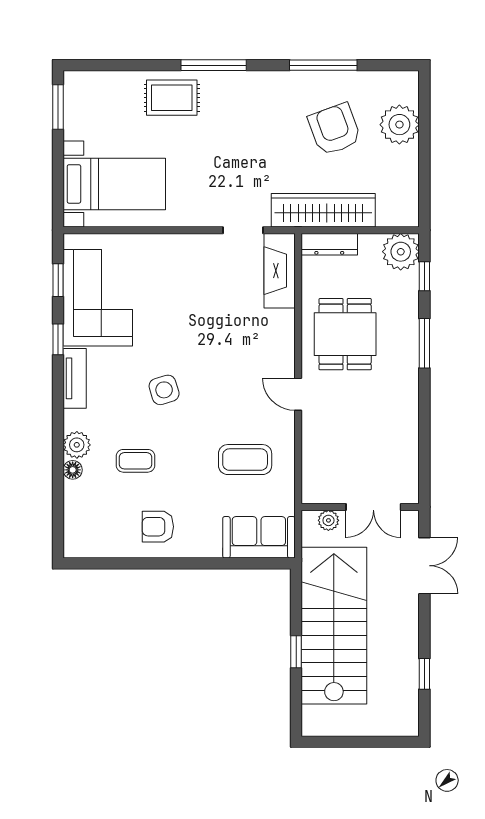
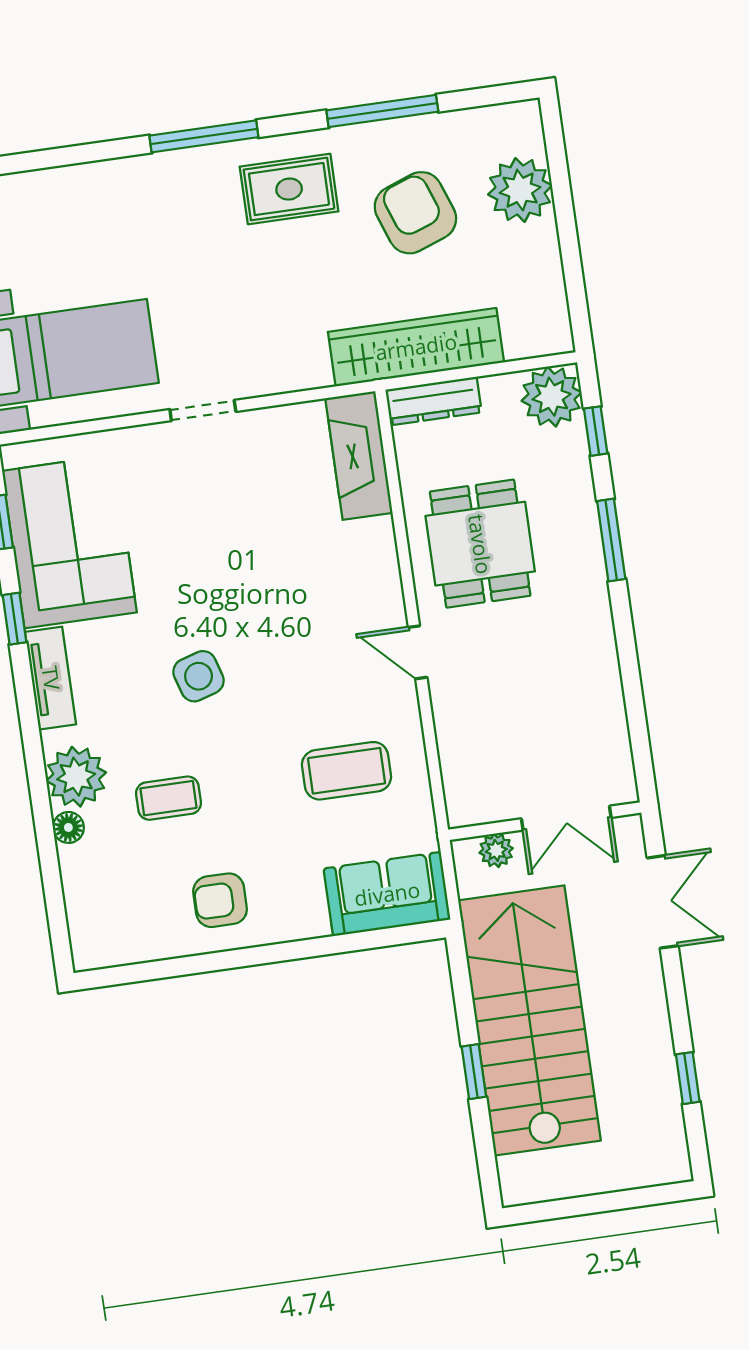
rug: (172, 98) -> (289, 189), moved
doorway: (243, 230) -> (203, 410), moved
plant: (77, 445) -> (76, 777), width x1.36, depth x1.36

